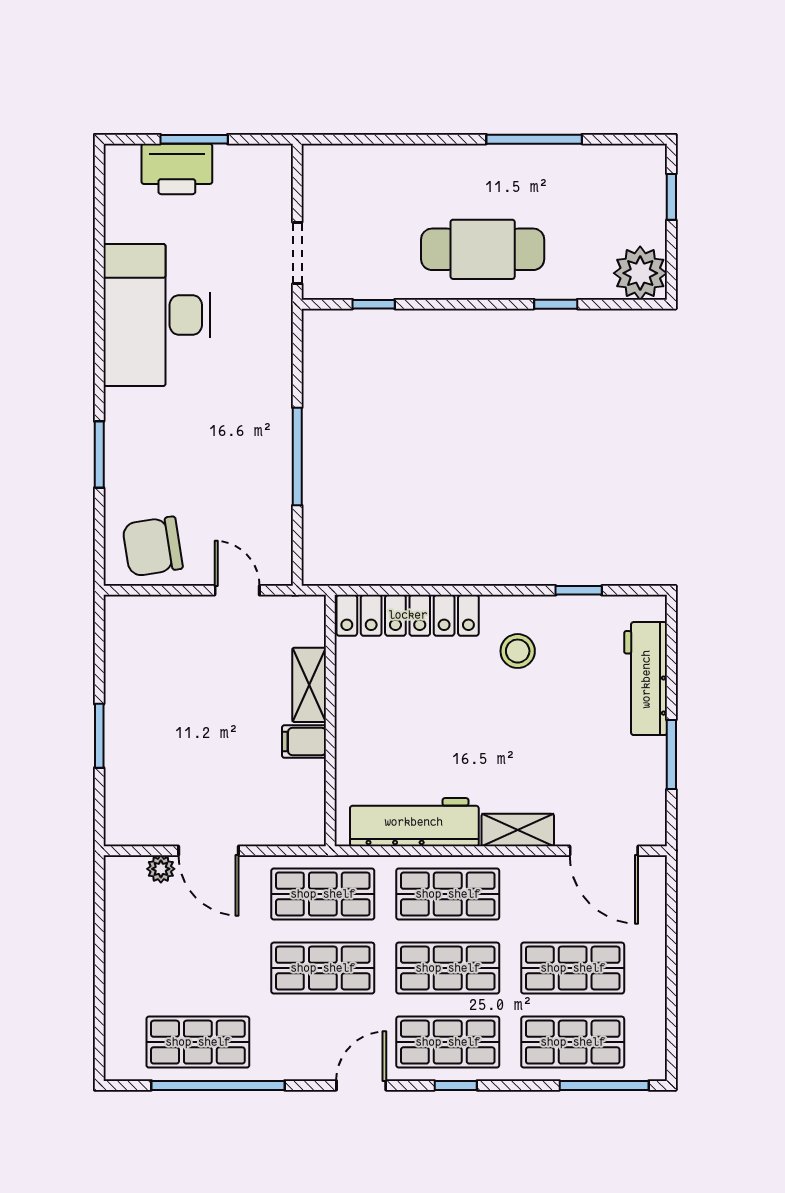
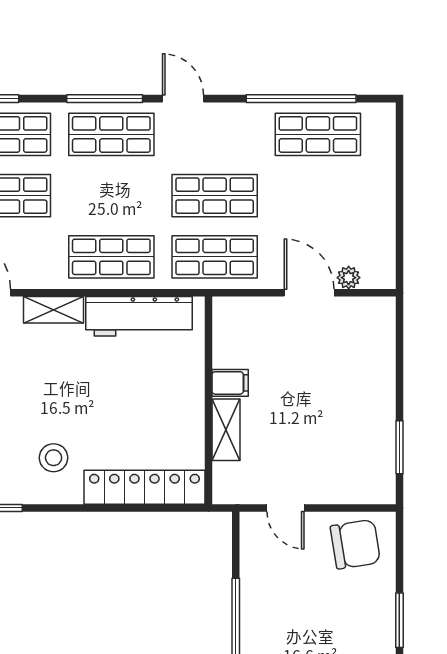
window: (99, 736) -> (399, 447), moved
shop shelf: (448, 968) -> (111, 196), removed
door: (361, 1085) -> (183, 99), swing flipped
window: (456, 1085) -> (105, 99), width x2.17

